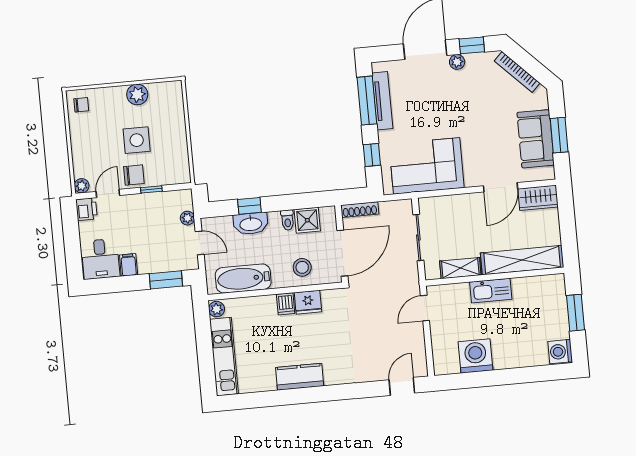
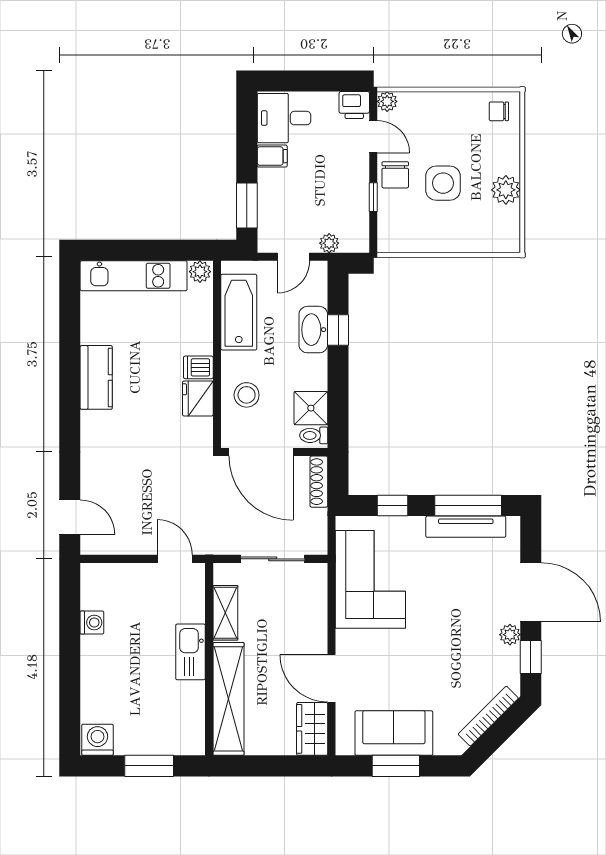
chair: (81, 105) -> (499, 111), turned 90
toilet: (287, 220) -> (314, 435), moved
washing machine: (476, 356) -> (92, 623), width x0.53, depth x0.53

